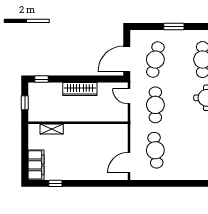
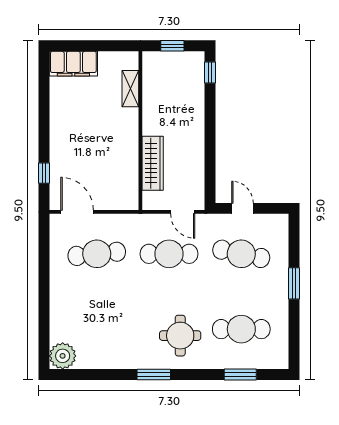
door: (127, 59) -> (242, 208), width x0.53
wardrobe: (80, 89) -> (153, 163), moved, turned 180
door: (129, 96) -> (183, 212), swing flipped
window: (55, 183) -> (44, 173), moved

